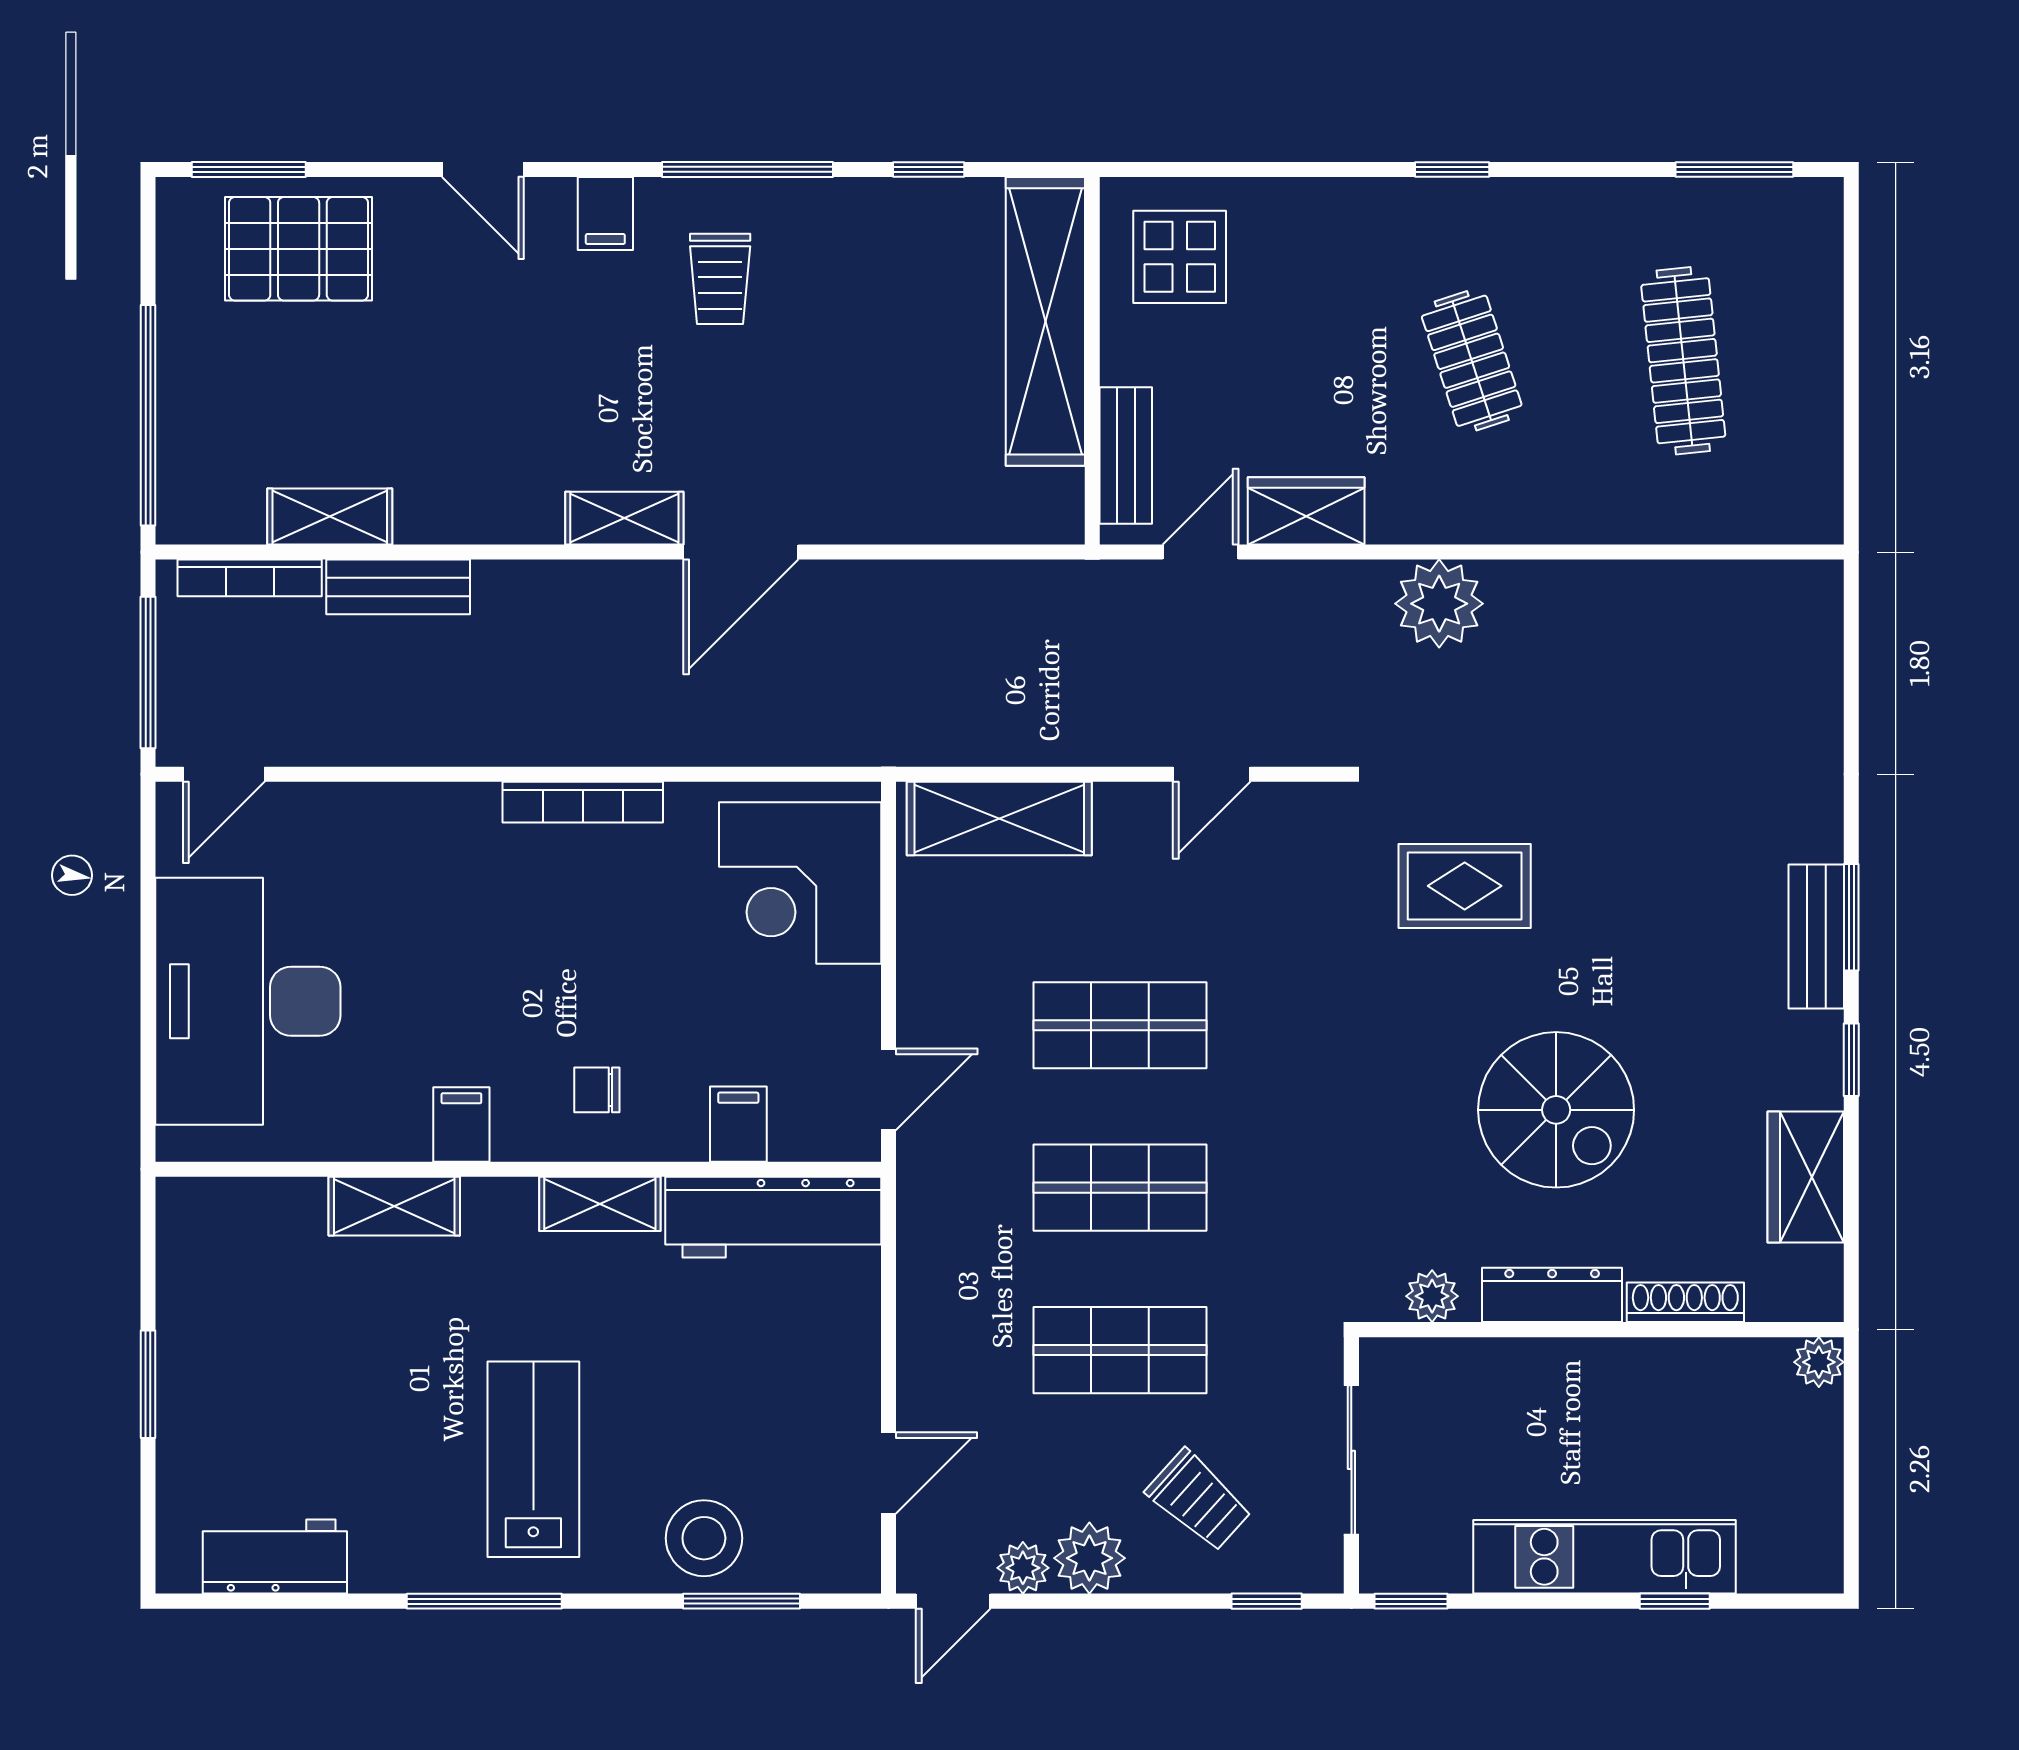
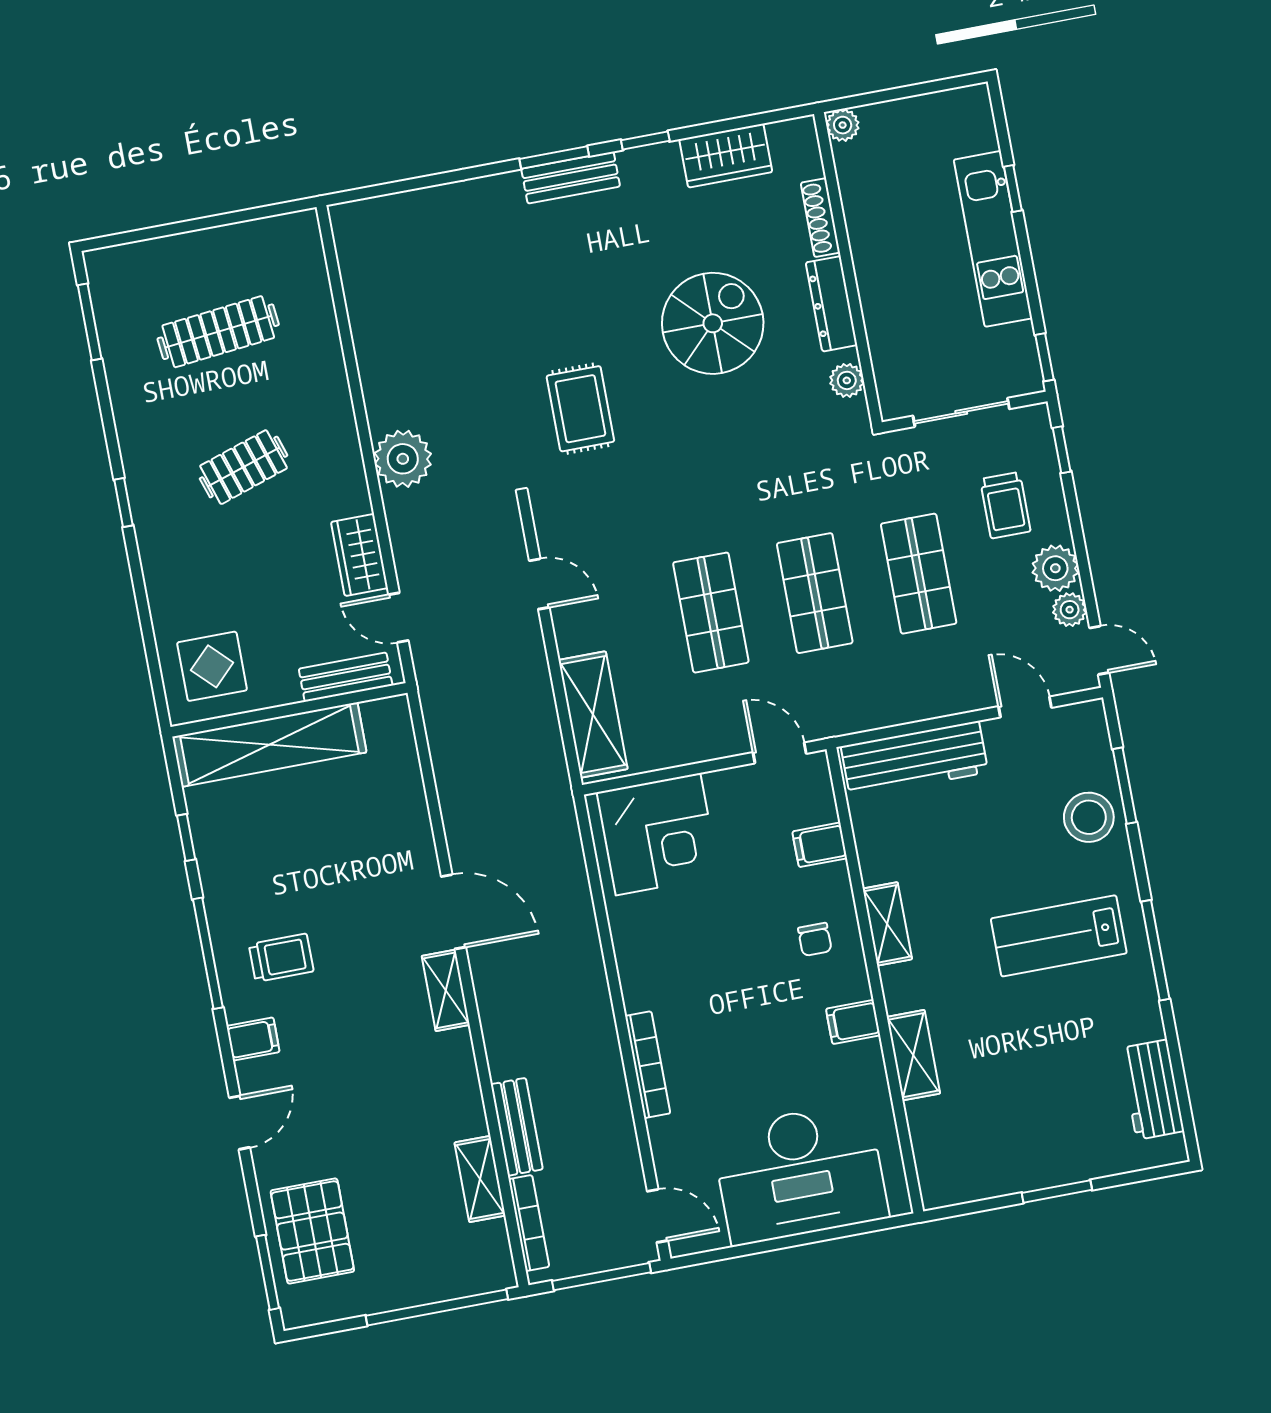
bookcase: (583, 802) -> (648, 1065), moved
workbench: (773, 1217) -> (915, 759), moved, turned 90
trolley: (1199, 1500) -> (1005, 505), turned 138

